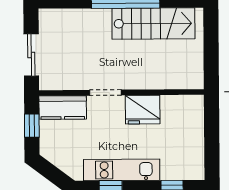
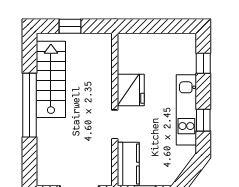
window: (211, 44) -> (70, 26), added

